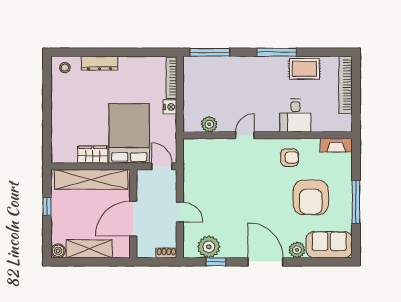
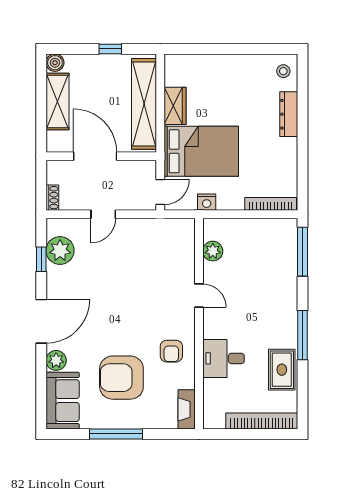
nightstand: (170, 107) -> (207, 202), moved

